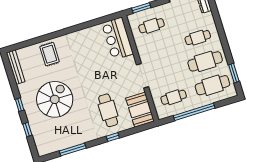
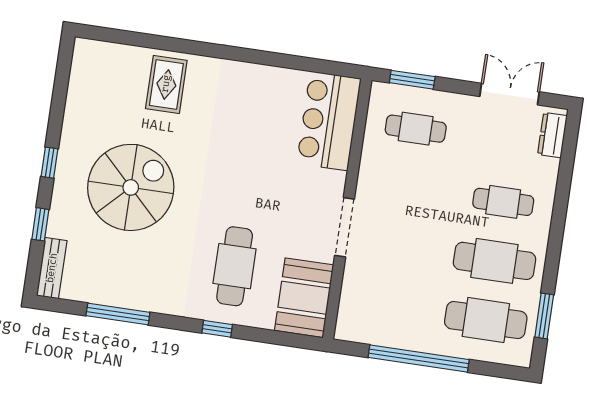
bench: (16, 67) -> (52, 268), moved, width x0.73
cafe table: (174, 97) -> (390, 306), removed

